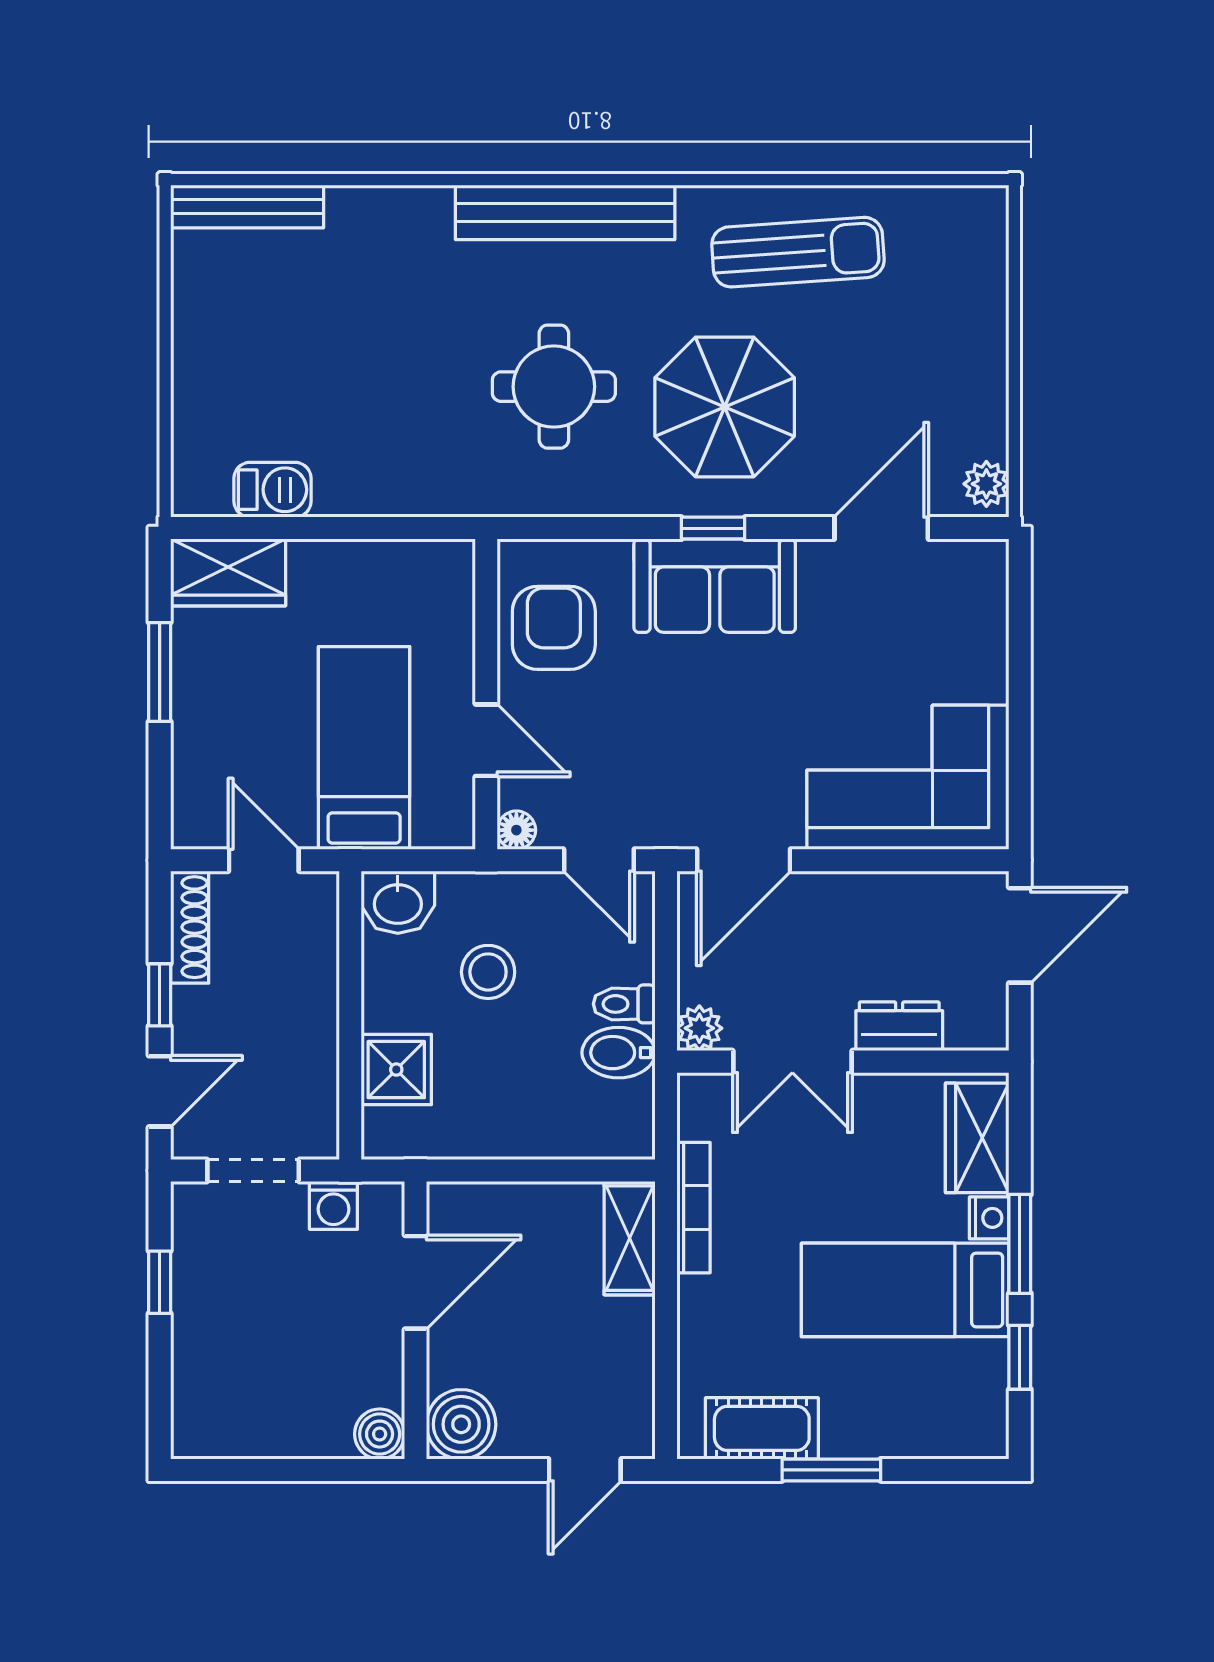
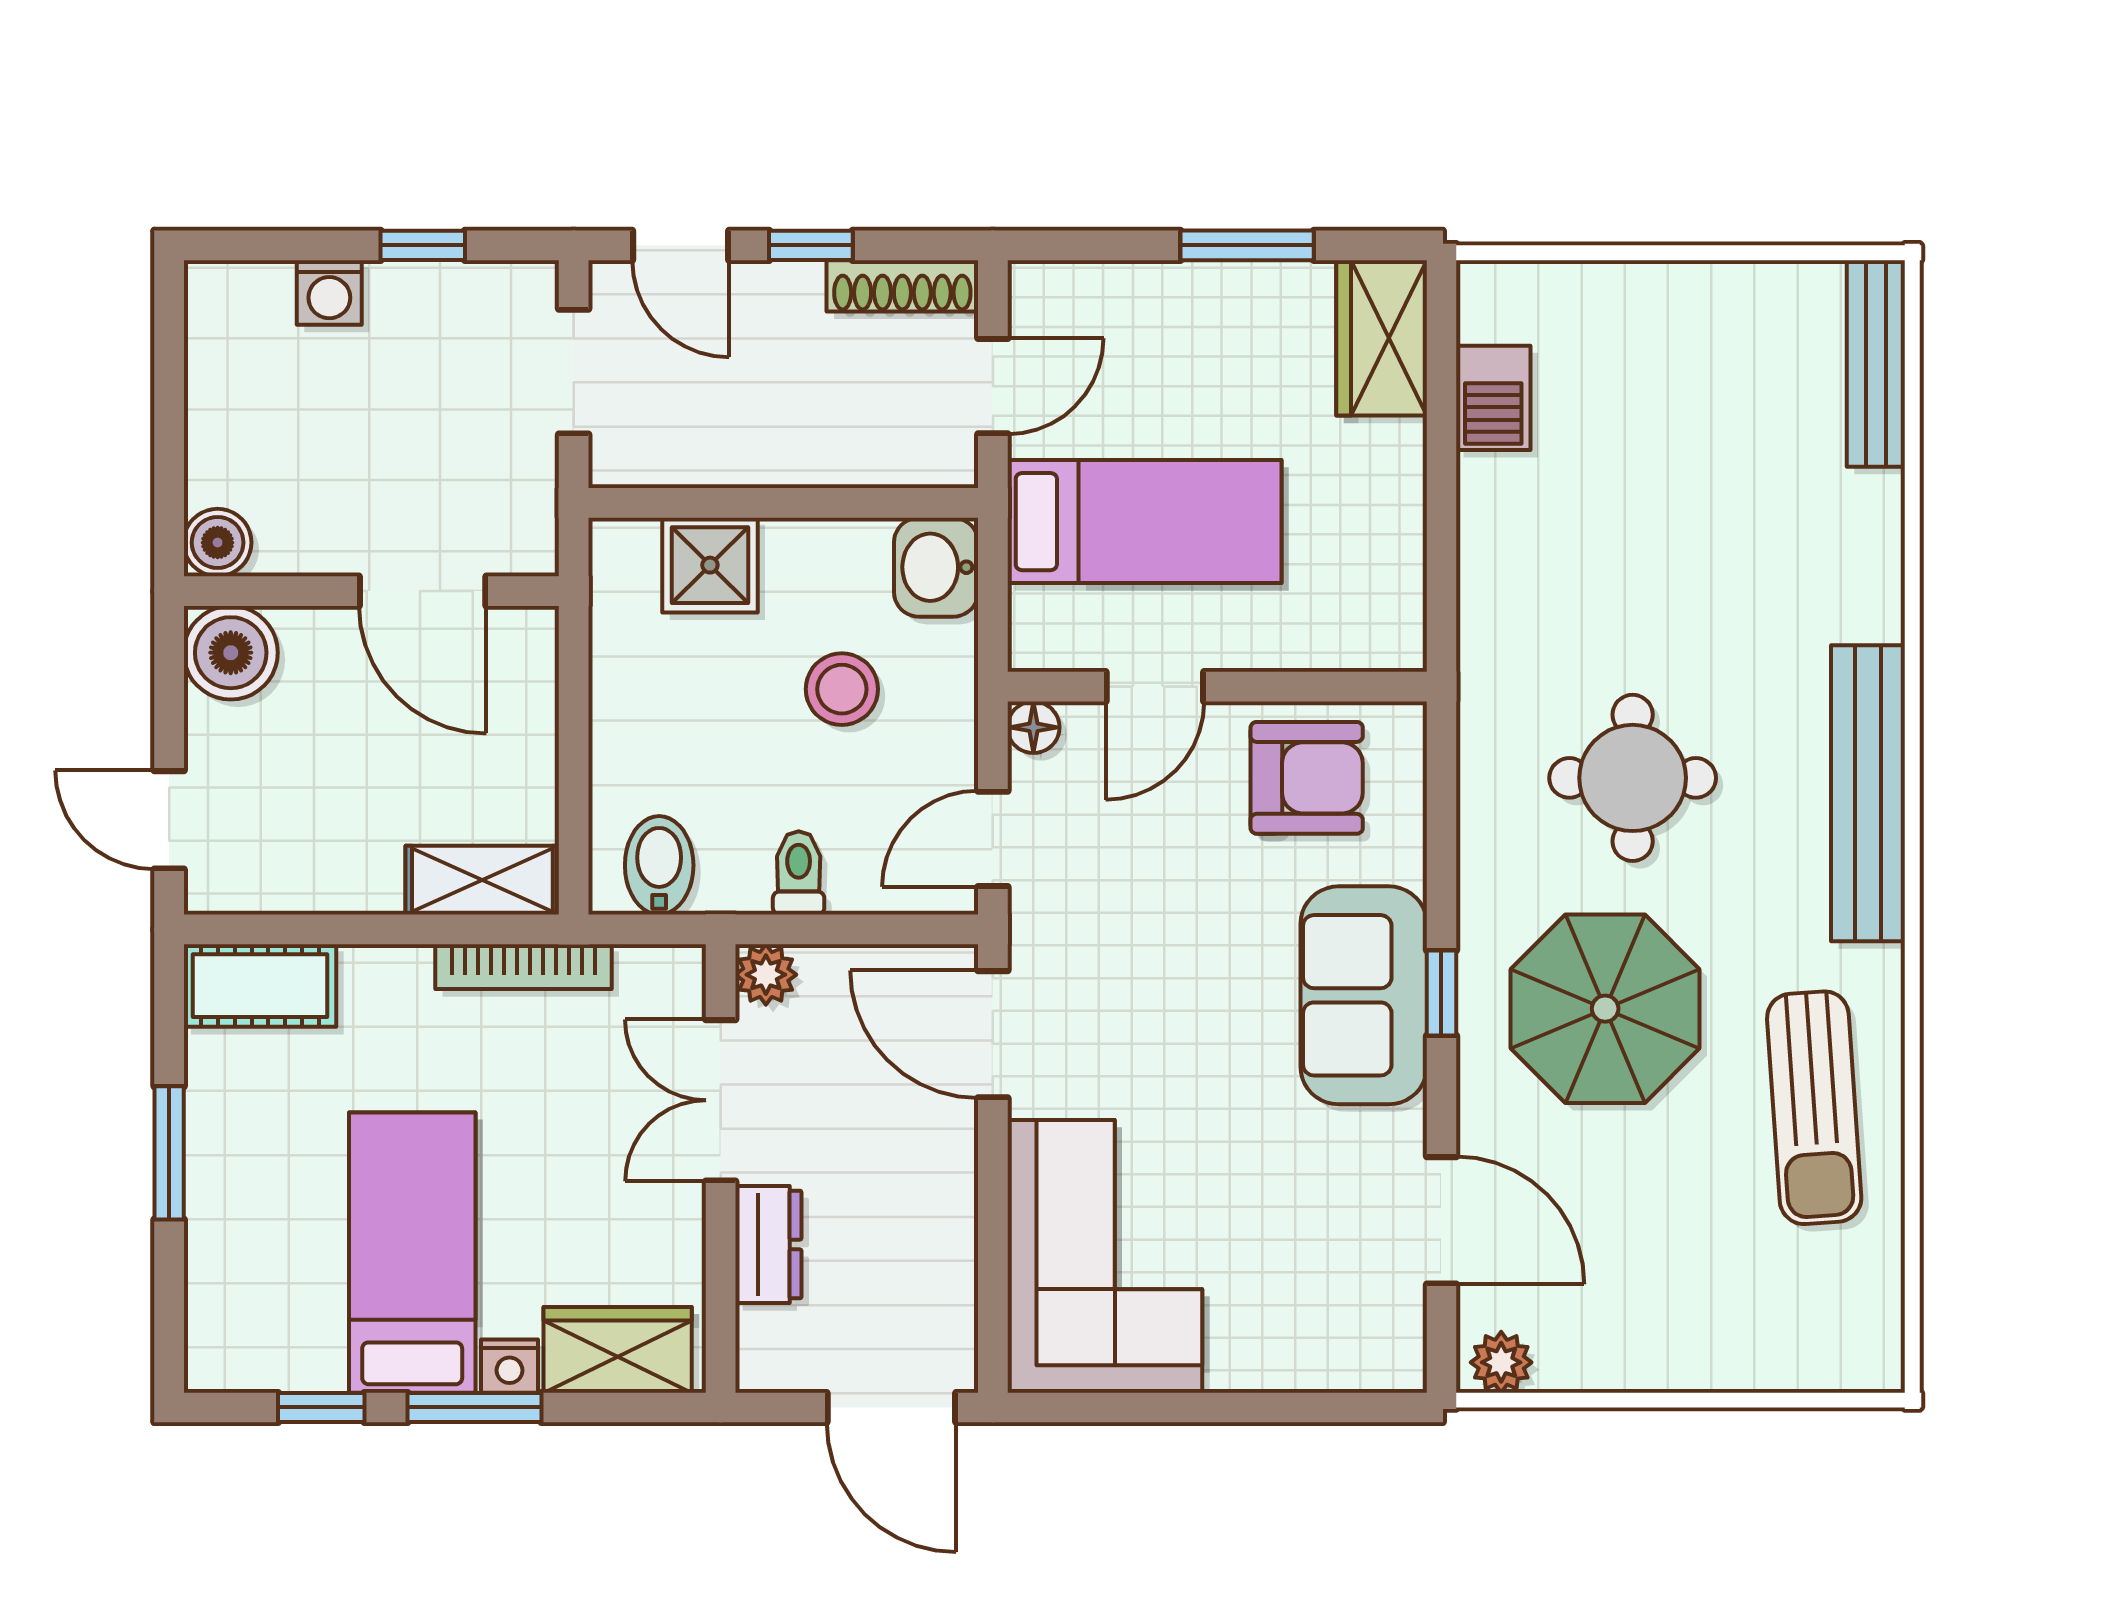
bidet: (619, 1053) -> (659, 865), moved
washing machine: (333, 1205) -> (329, 292), moved, turned -90
cot: (762, 1428) -> (260, 986), moved, turned 90

